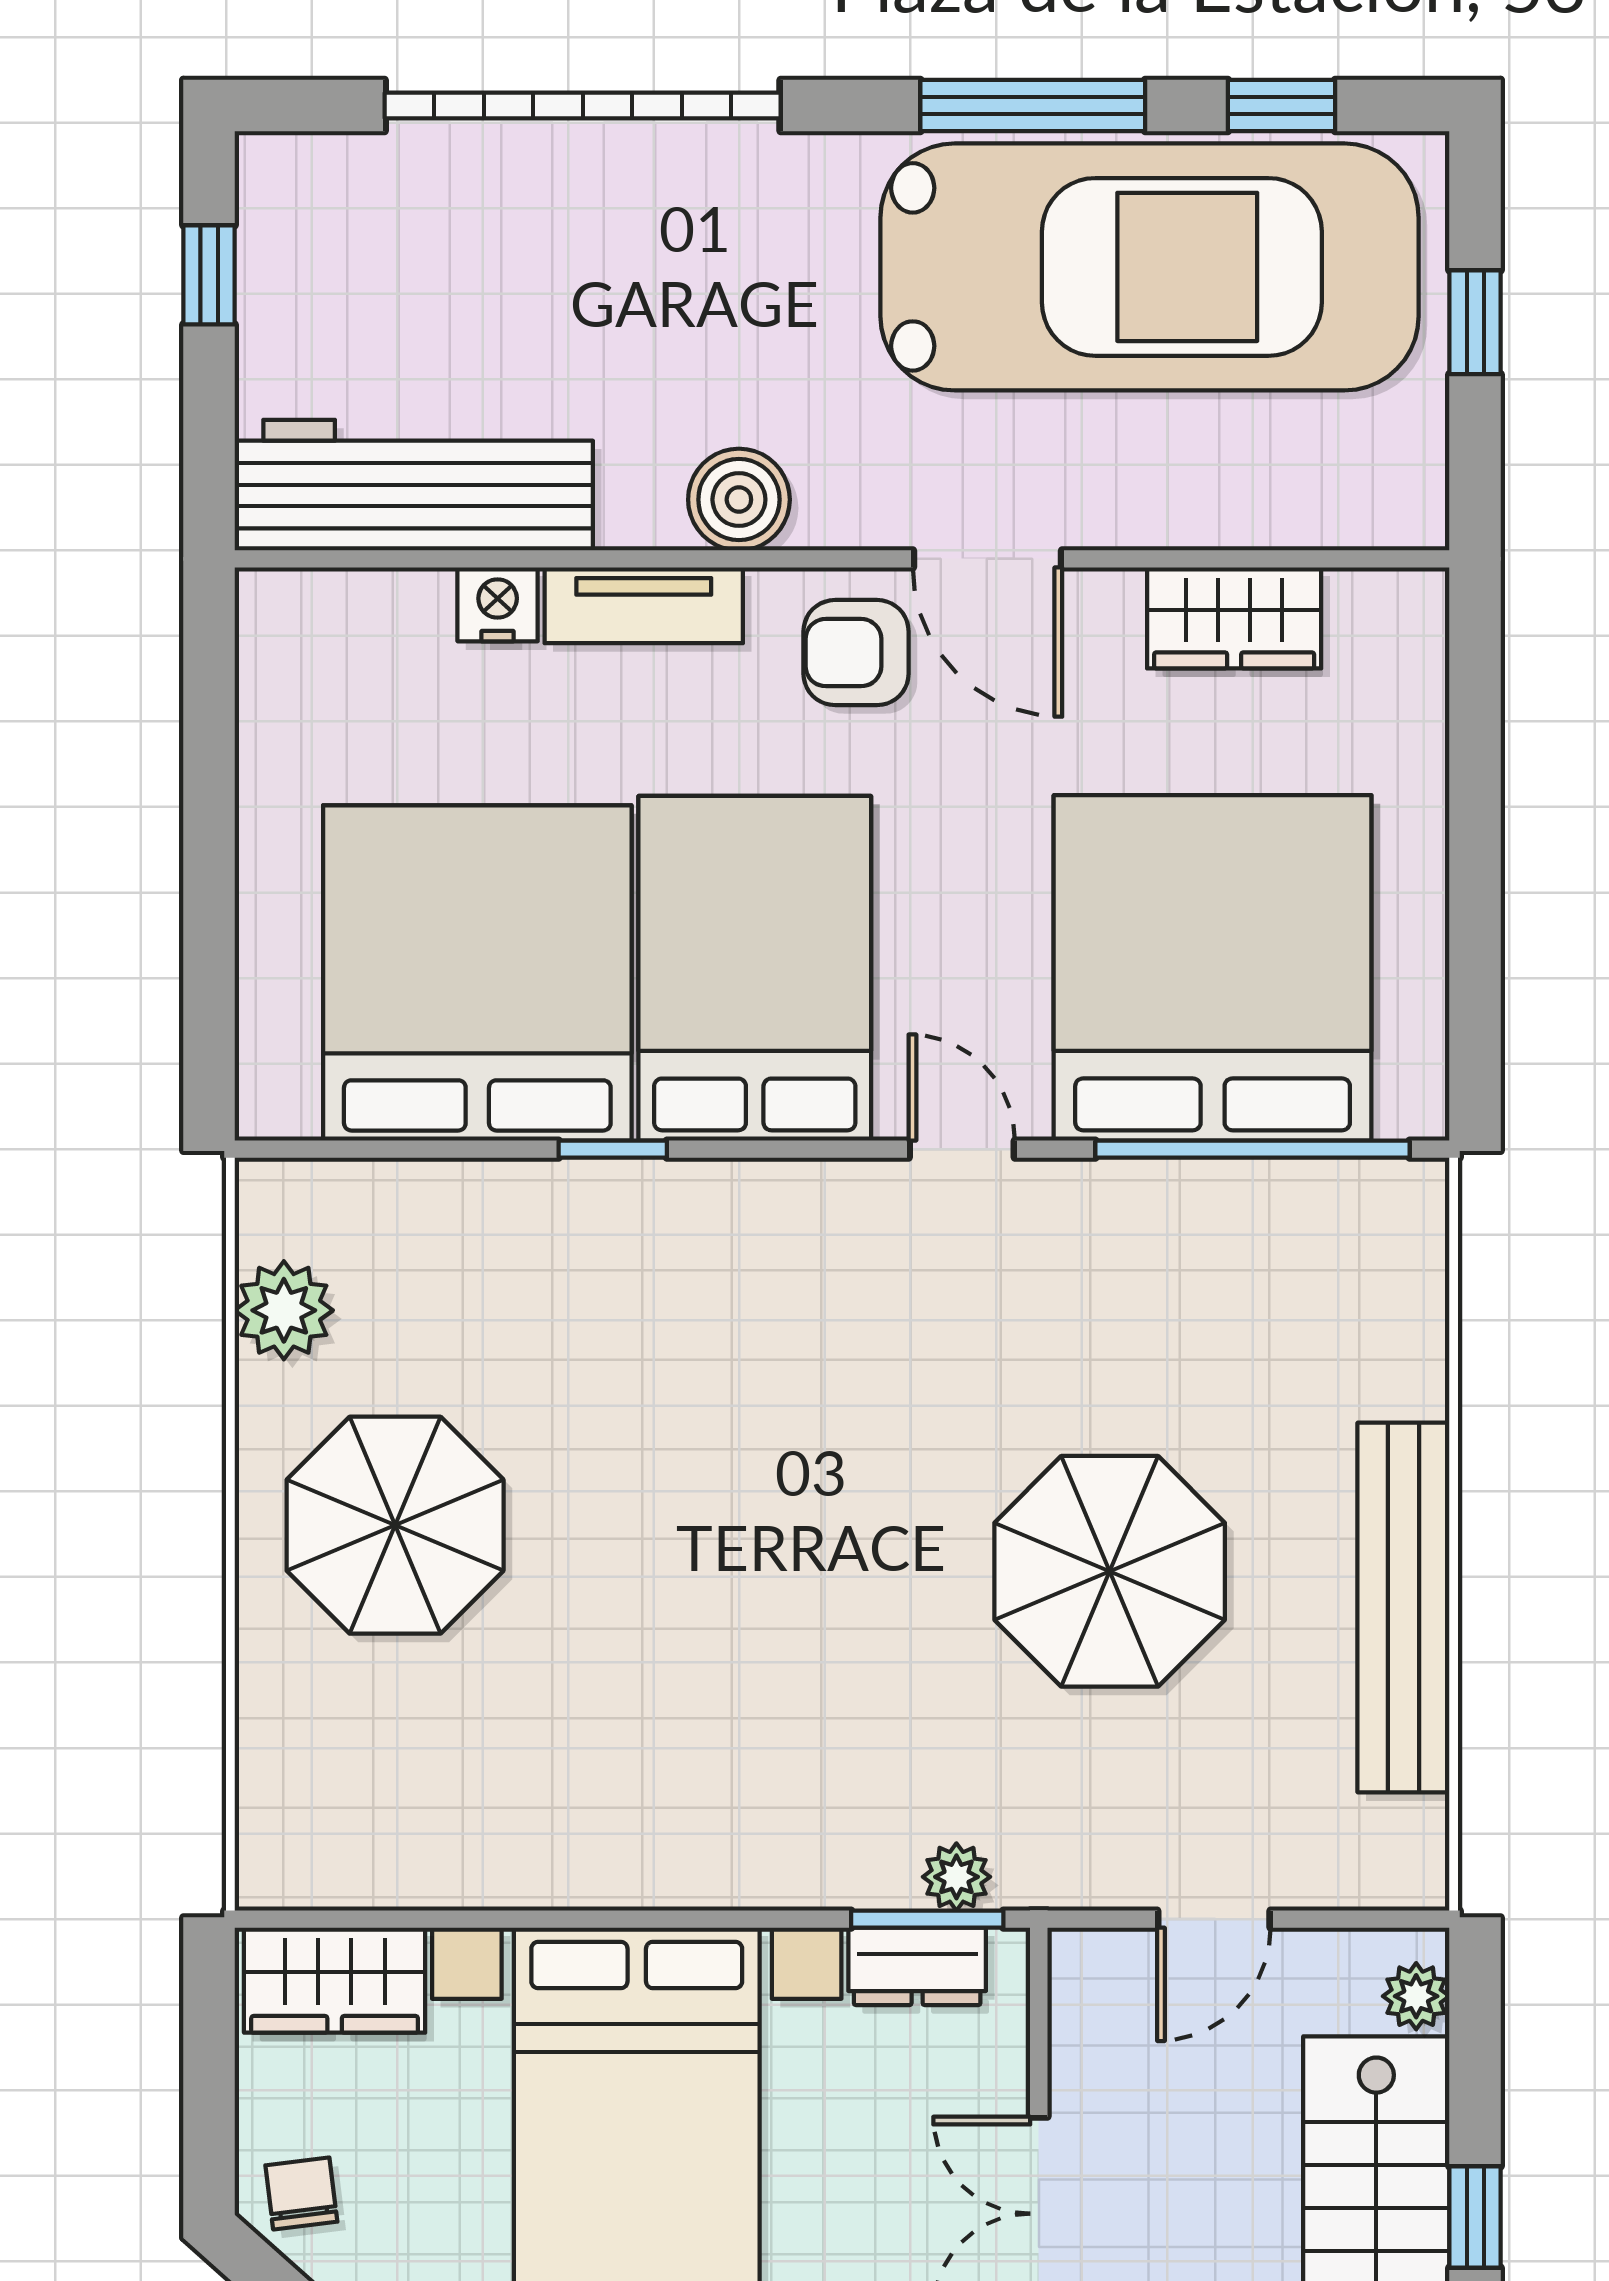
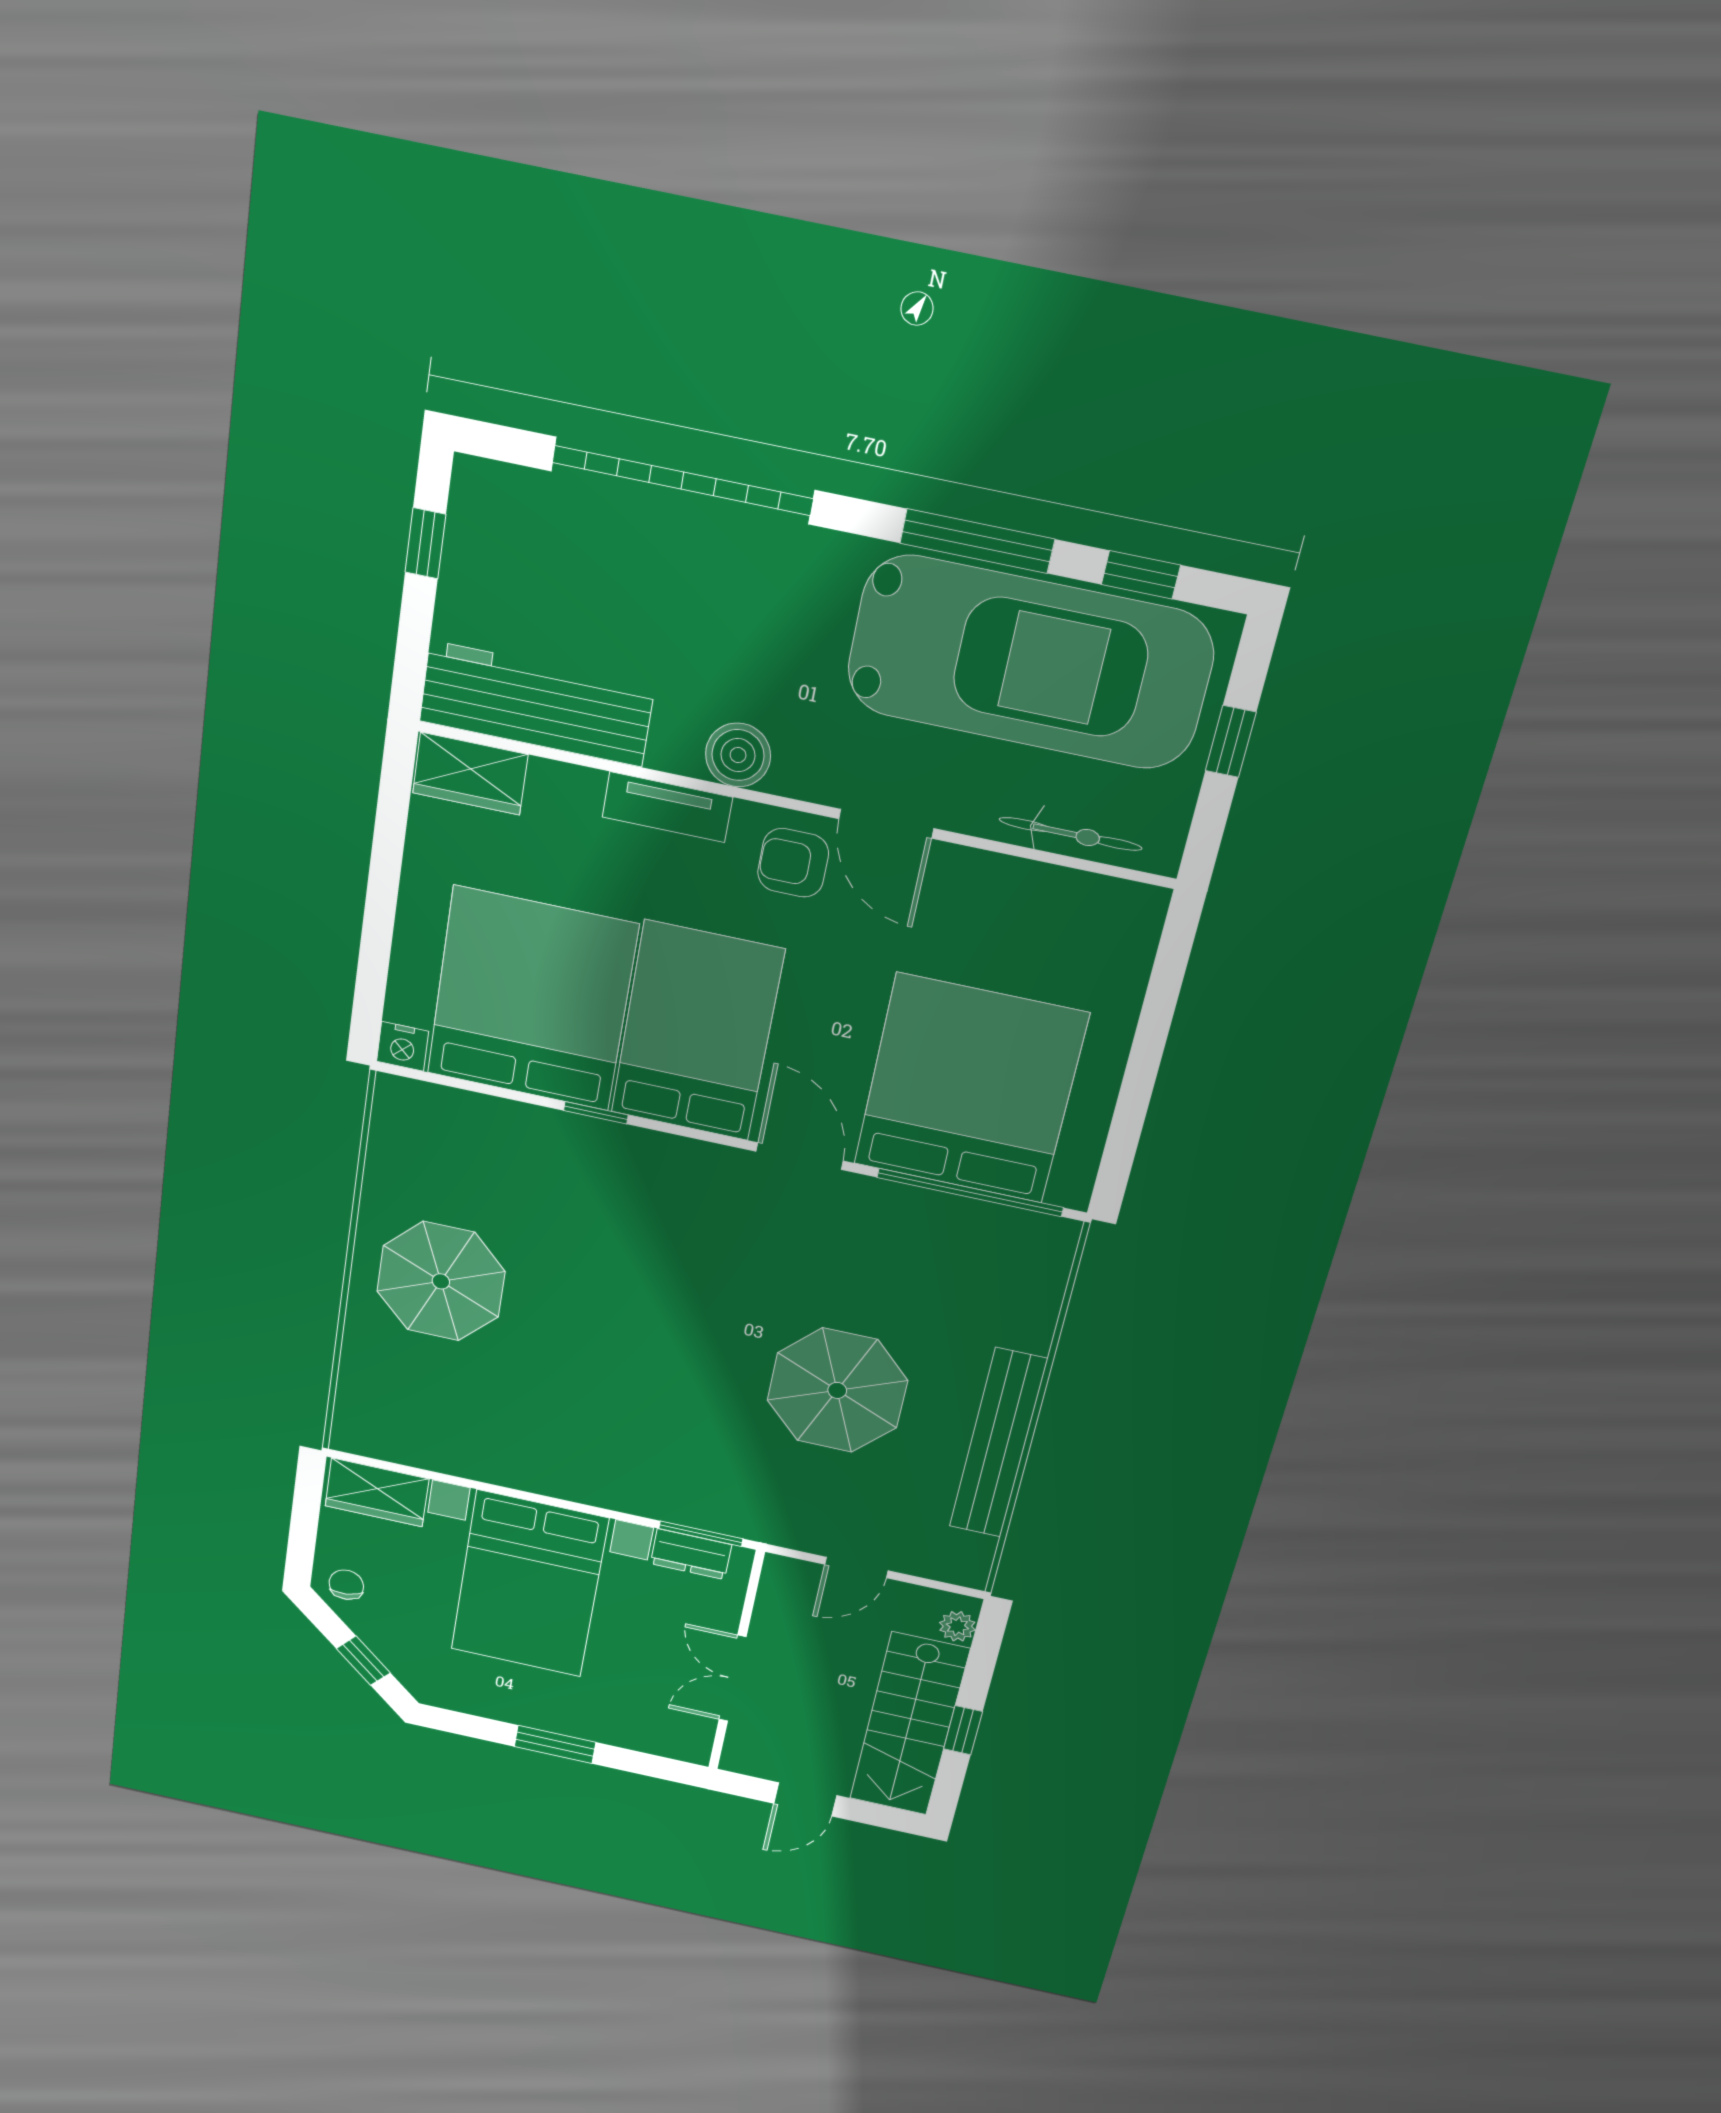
bicycle: (1272, 514) -> (1071, 834), added
nightstand: (498, 604) -> (403, 1046), moved, turned 180
wardrobe: (1234, 618) -> (470, 774), moved
door: (962, 1149) -> (800, 1156), width x1.38
plant: (284, 1310) -> (393, 1158), removed
plant: (956, 1877) -> (721, 1518), removed

